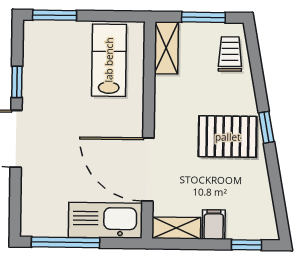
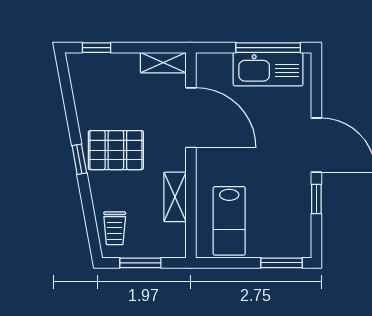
shelving: (166, 48) -> (175, 197), moved
kitchen sink: (105, 220) -> (268, 69), moved
filing cabinet: (214, 225) -> (128, 66), removed

